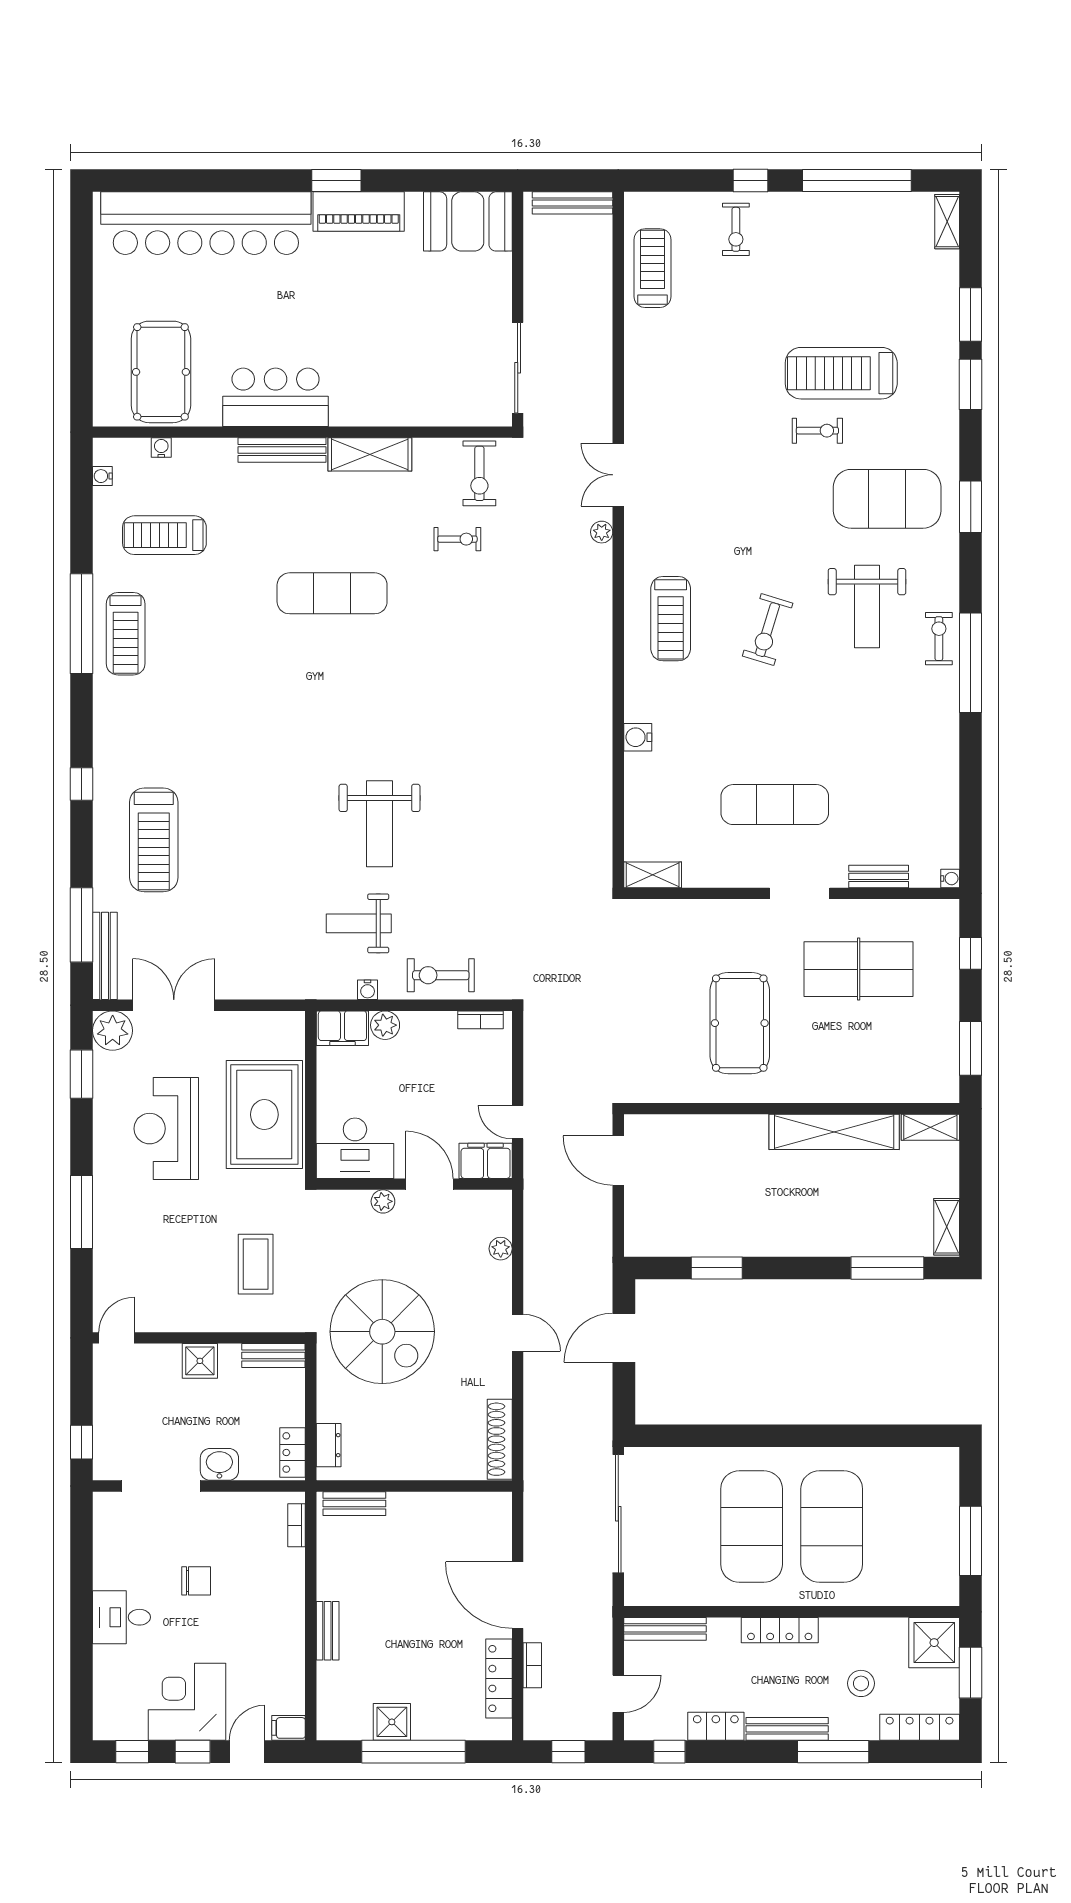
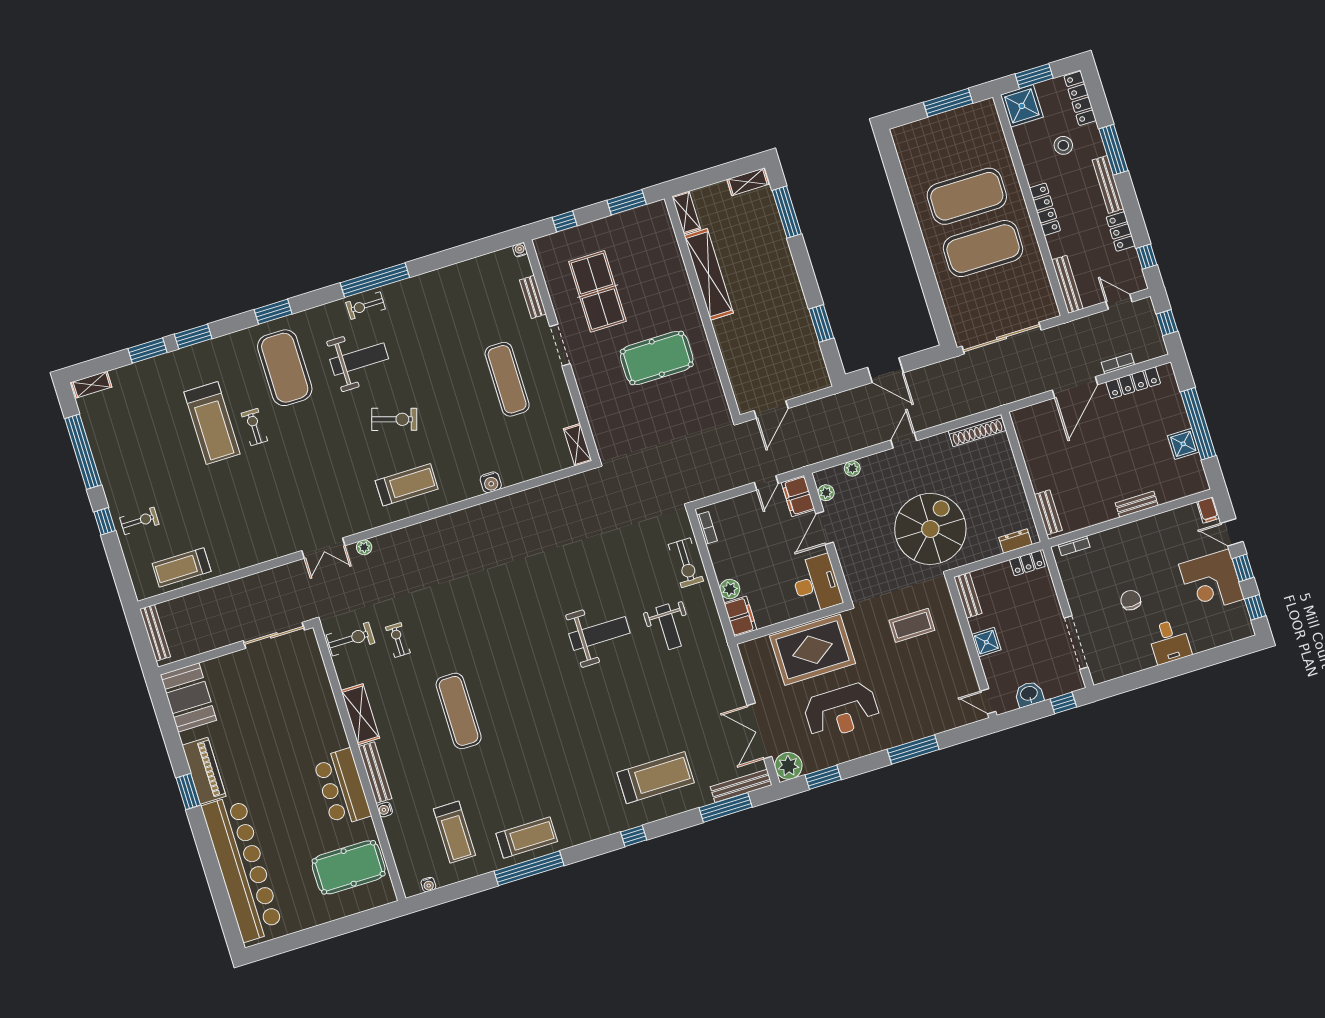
water cooler: (161, 448) -> (385, 810), moved
water cooler: (368, 990) -> (710, 608), removed
plant: (383, 1201) -> (826, 493), moved
washbasin: (219, 1464) -> (1029, 694), moved, turned 90

